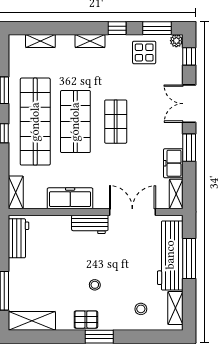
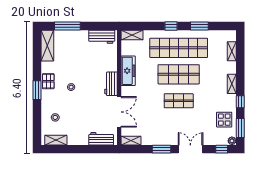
freezer: (173, 163) -> (151, 139), removed
workbench: (170, 255) -> (101, 139), width x0.53, depth x0.76
window: (189, 258) -> (88, 149), removed

